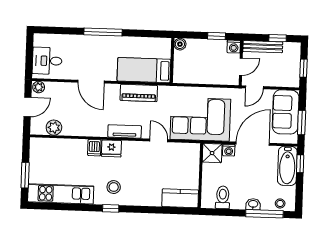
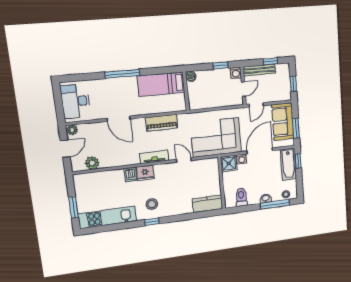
desk: (47, 61) -> (75, 101), width x1.37
bed: (144, 70) -> (161, 84), moved

